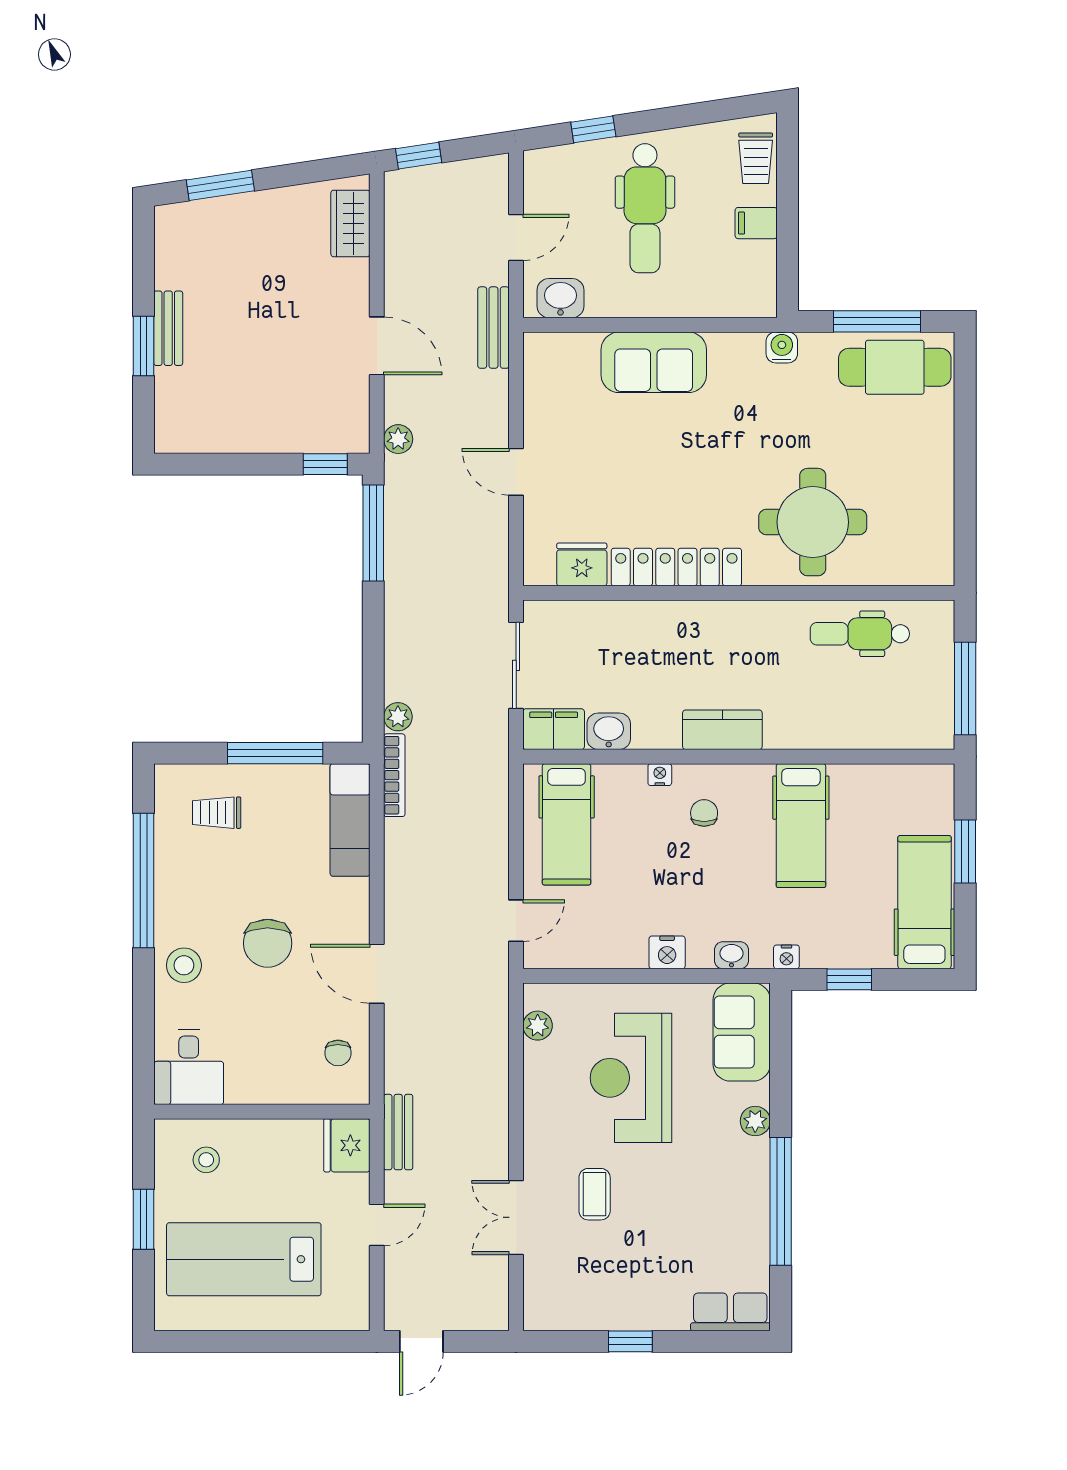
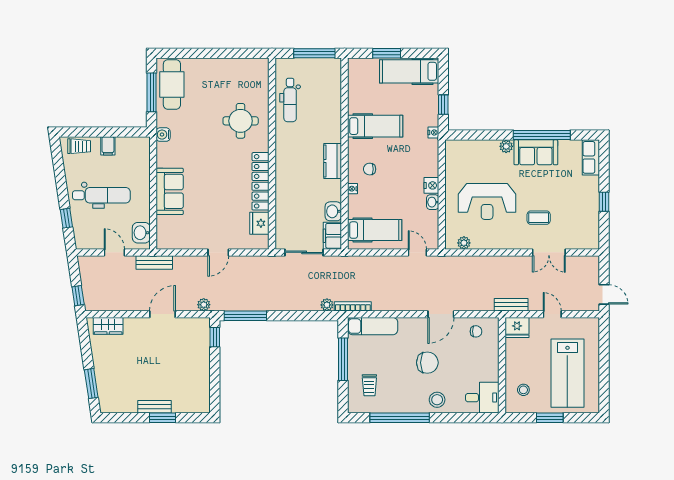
round table: (813, 522) -> (241, 121), width x0.73, depth x0.73
washbasin: (731, 955) -> (433, 202), moved
sofa: (742, 1032) -> (536, 152), moved

